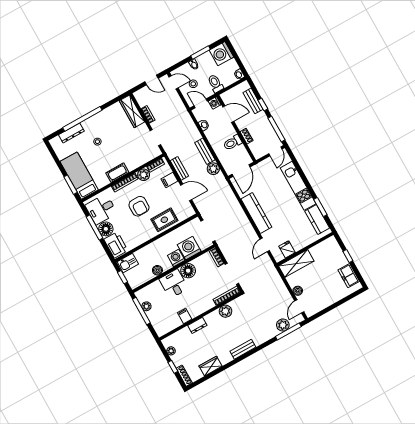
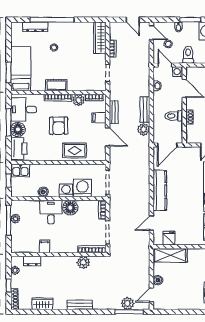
dresser: (197, 325) -> (32, 261), moved

